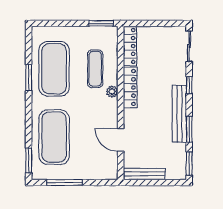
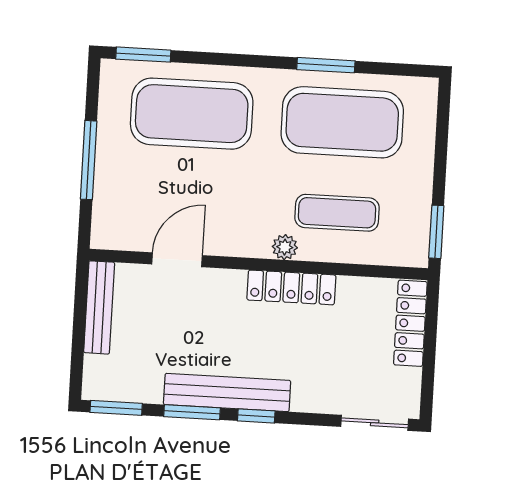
locker: (130, 46) -> (410, 323), moved, turned 90
window: (189, 85) -> (256, 416), moved
window: (65, 183) -> (89, 160), moved

